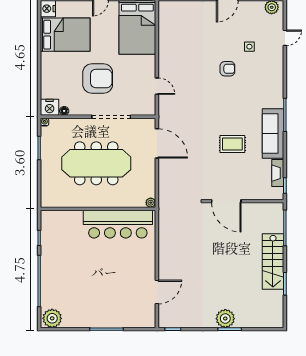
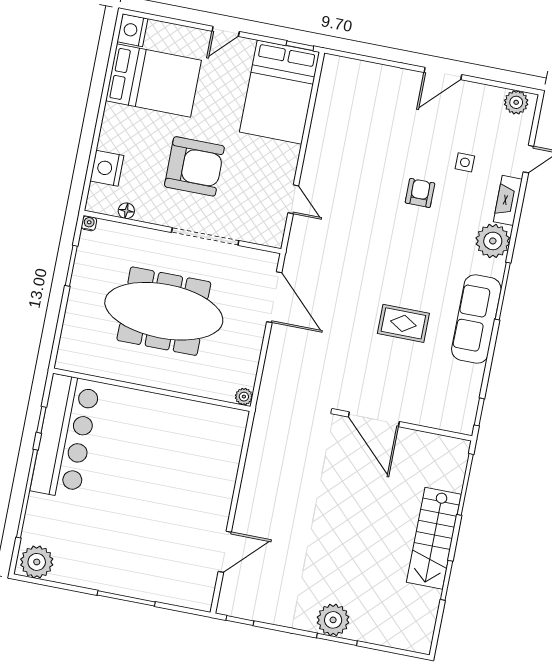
armchair: (227, 69) -> (420, 193), turned -90
plant: (274, 88) -> (493, 241), added
nightstand: (50, 107) -> (107, 168), moved, turned 90
fireplace: (278, 173) -> (508, 200), moved
bar counter: (118, 224) -> (65, 436), moved, turned -90

